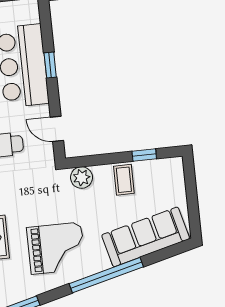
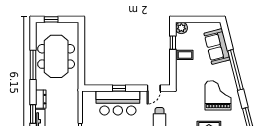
plant: (82, 178) -> (181, 28), moved
sofa: (146, 237) -> (217, 46), width x0.73

